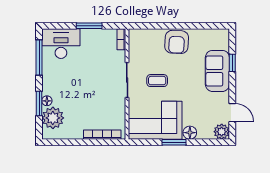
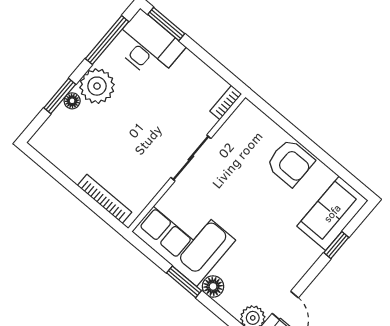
window: (89, 26) -> (166, 24), moved
armchair: (177, 42) -> (290, 163), turned -93
sofa: (217, 71) -> (332, 213), moved
coffee table: (157, 81) -> (227, 189), removed
plant: (53, 118) -> (97, 86), moved

